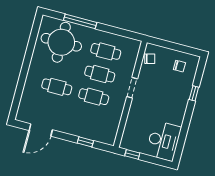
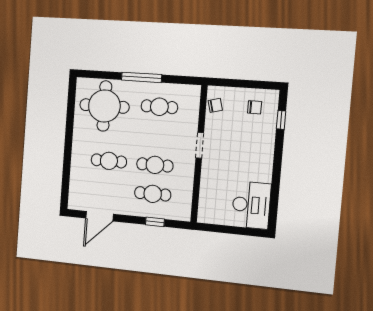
window: (80, 21) -> (141, 77), moved
cafe table: (100, 74) -> (153, 194), moved
window: (194, 93) -> (281, 120), moved
window: (132, 154) -> (215, 228), removed

